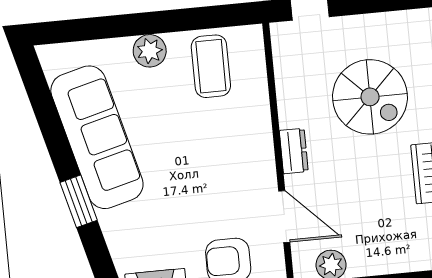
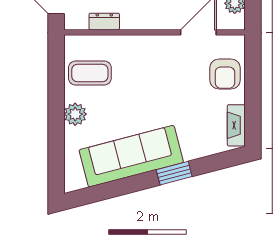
dresser: (294, 151) -> (104, 22), moved

